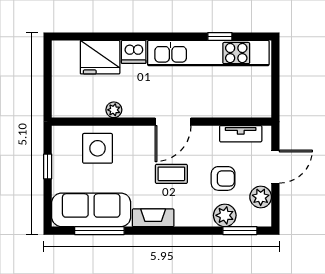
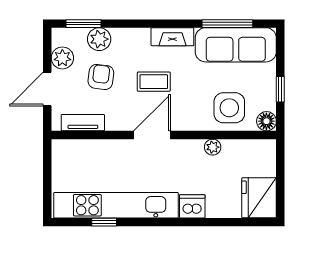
fridge: (100, 57) -> (259, 198), moved, turned -90
floor lamp: (61, 135) -> (266, 121), added
armchair: (223, 178) -> (101, 77), turned 97

